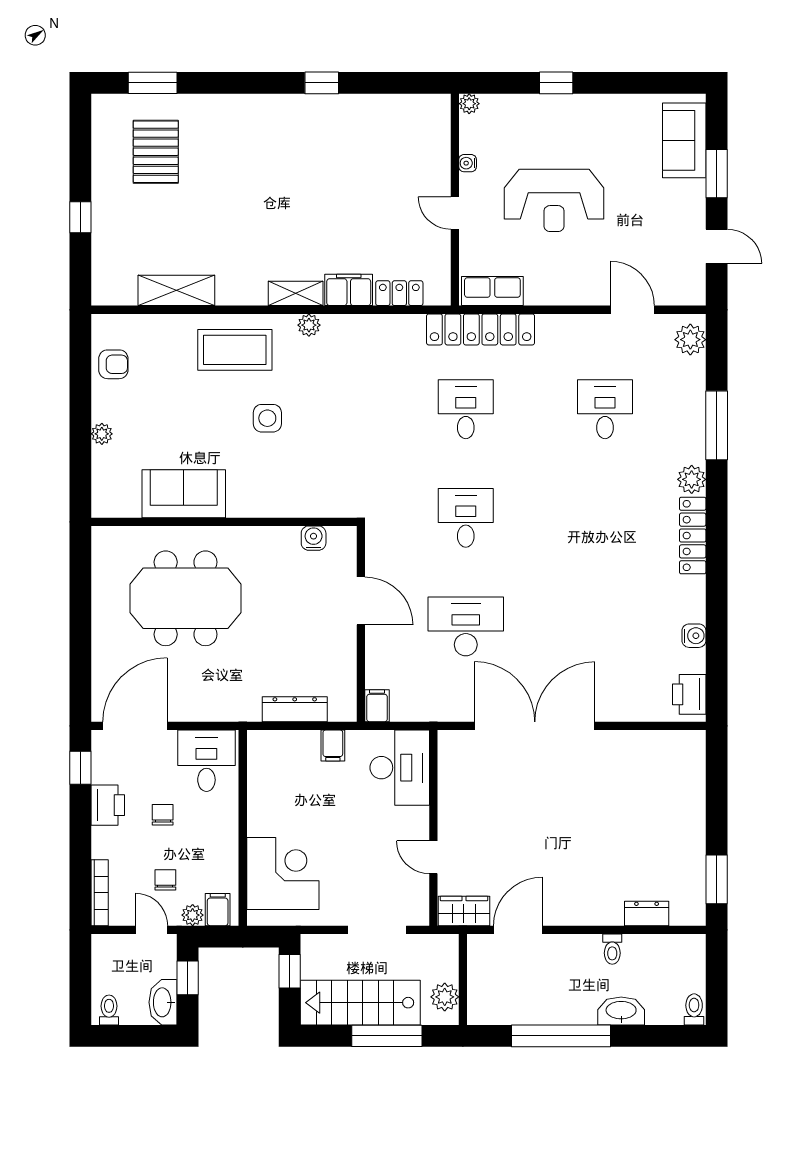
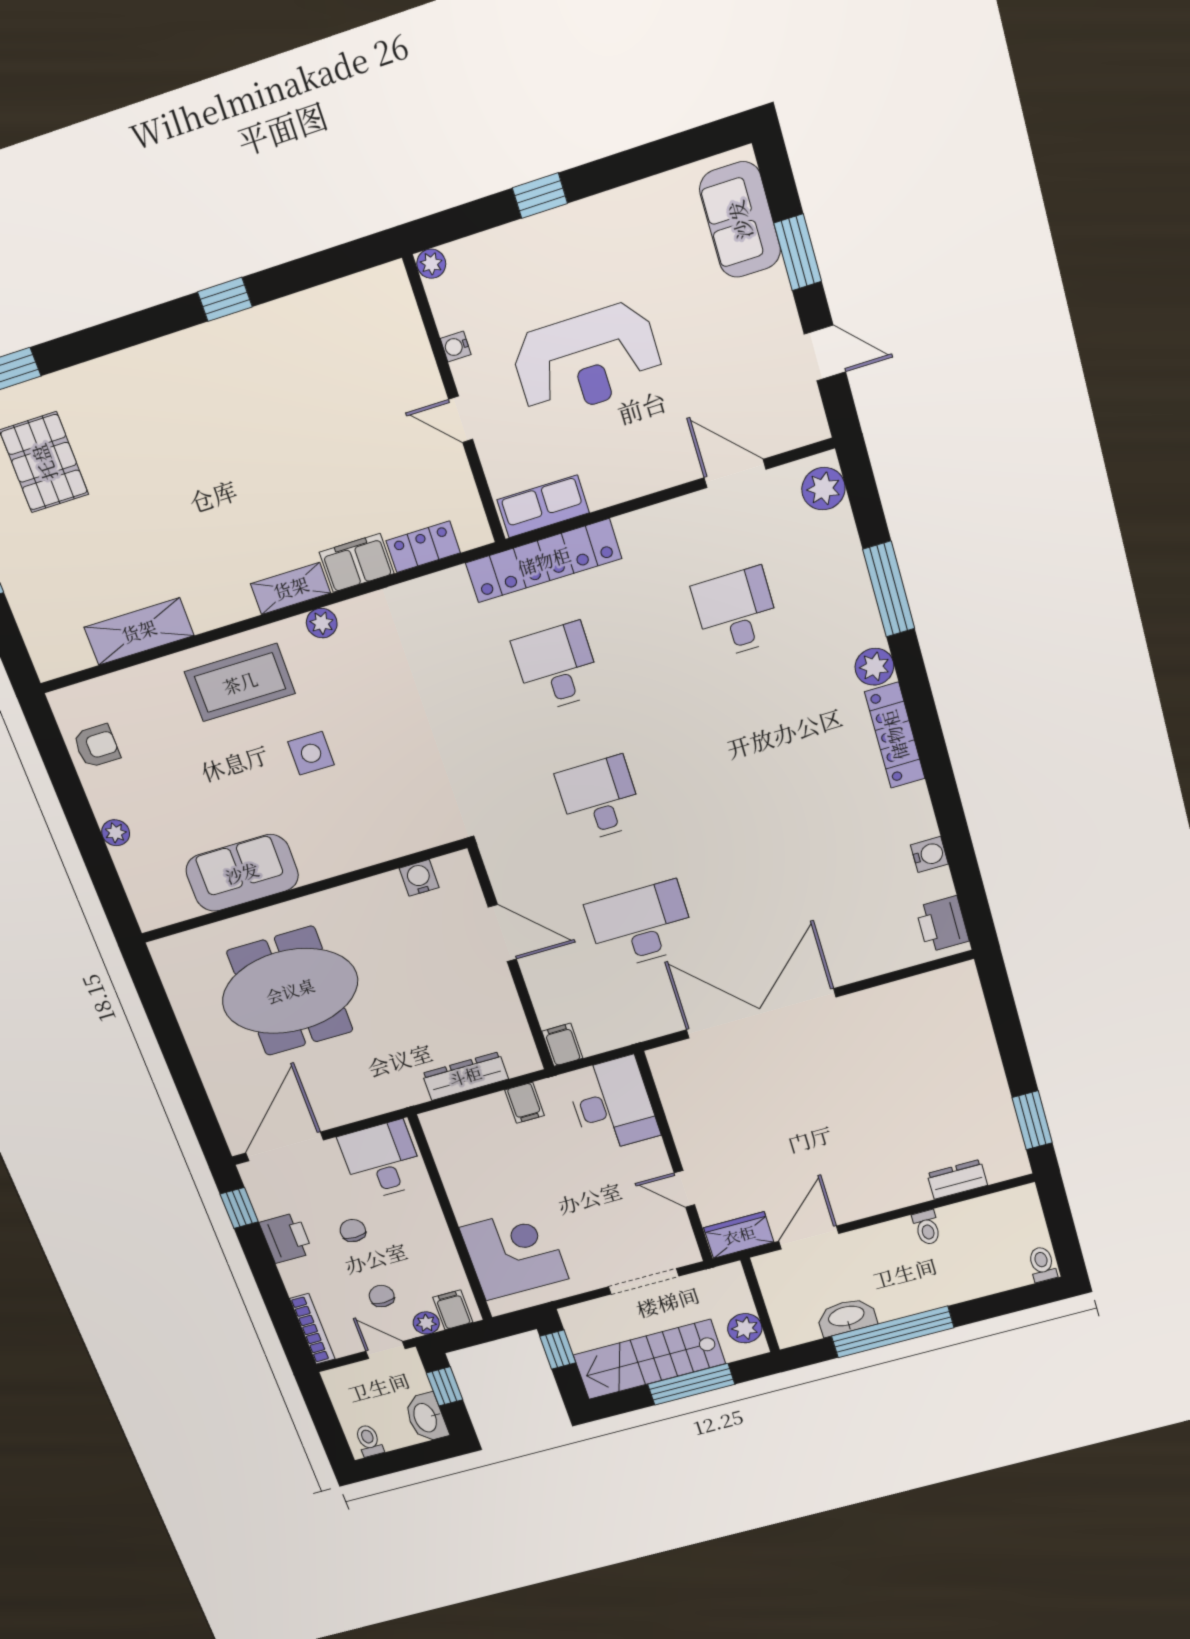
washbasin: (621, 1011) -> (847, 1317), moved

